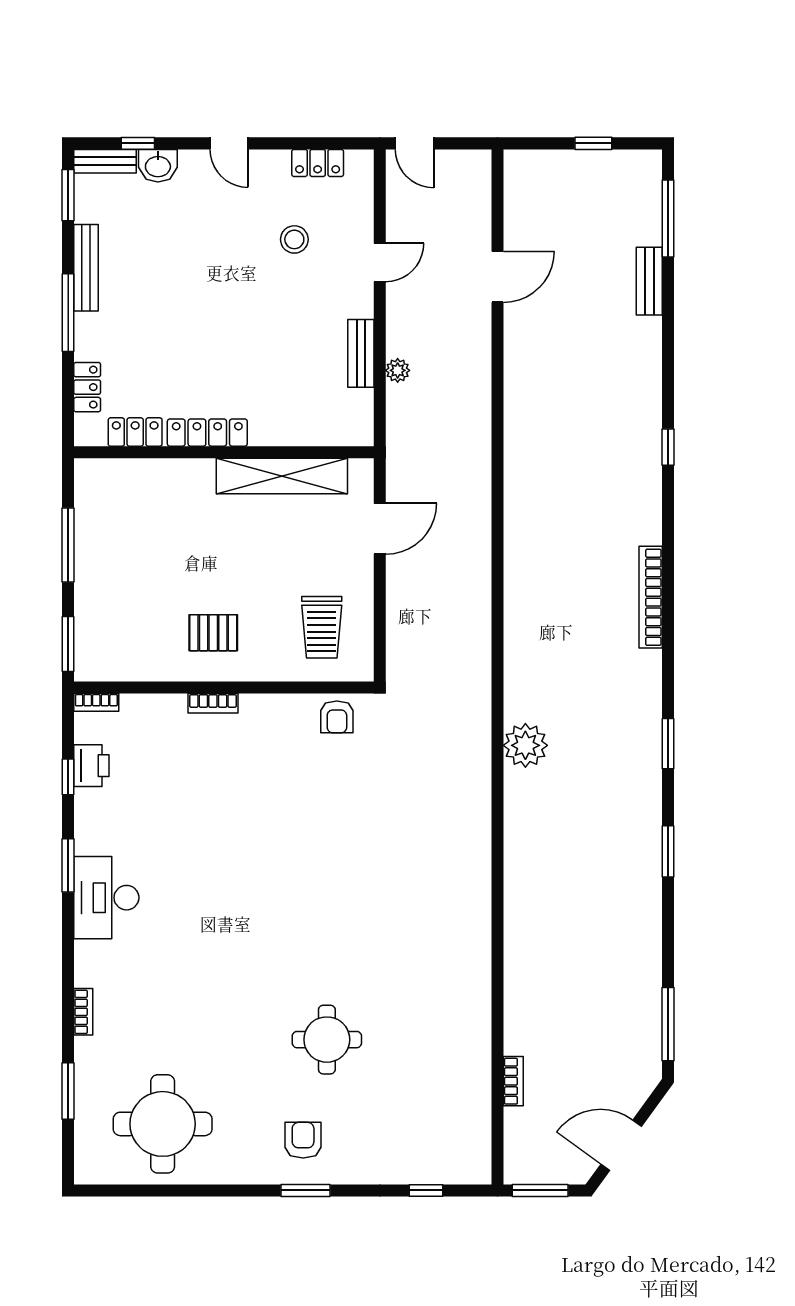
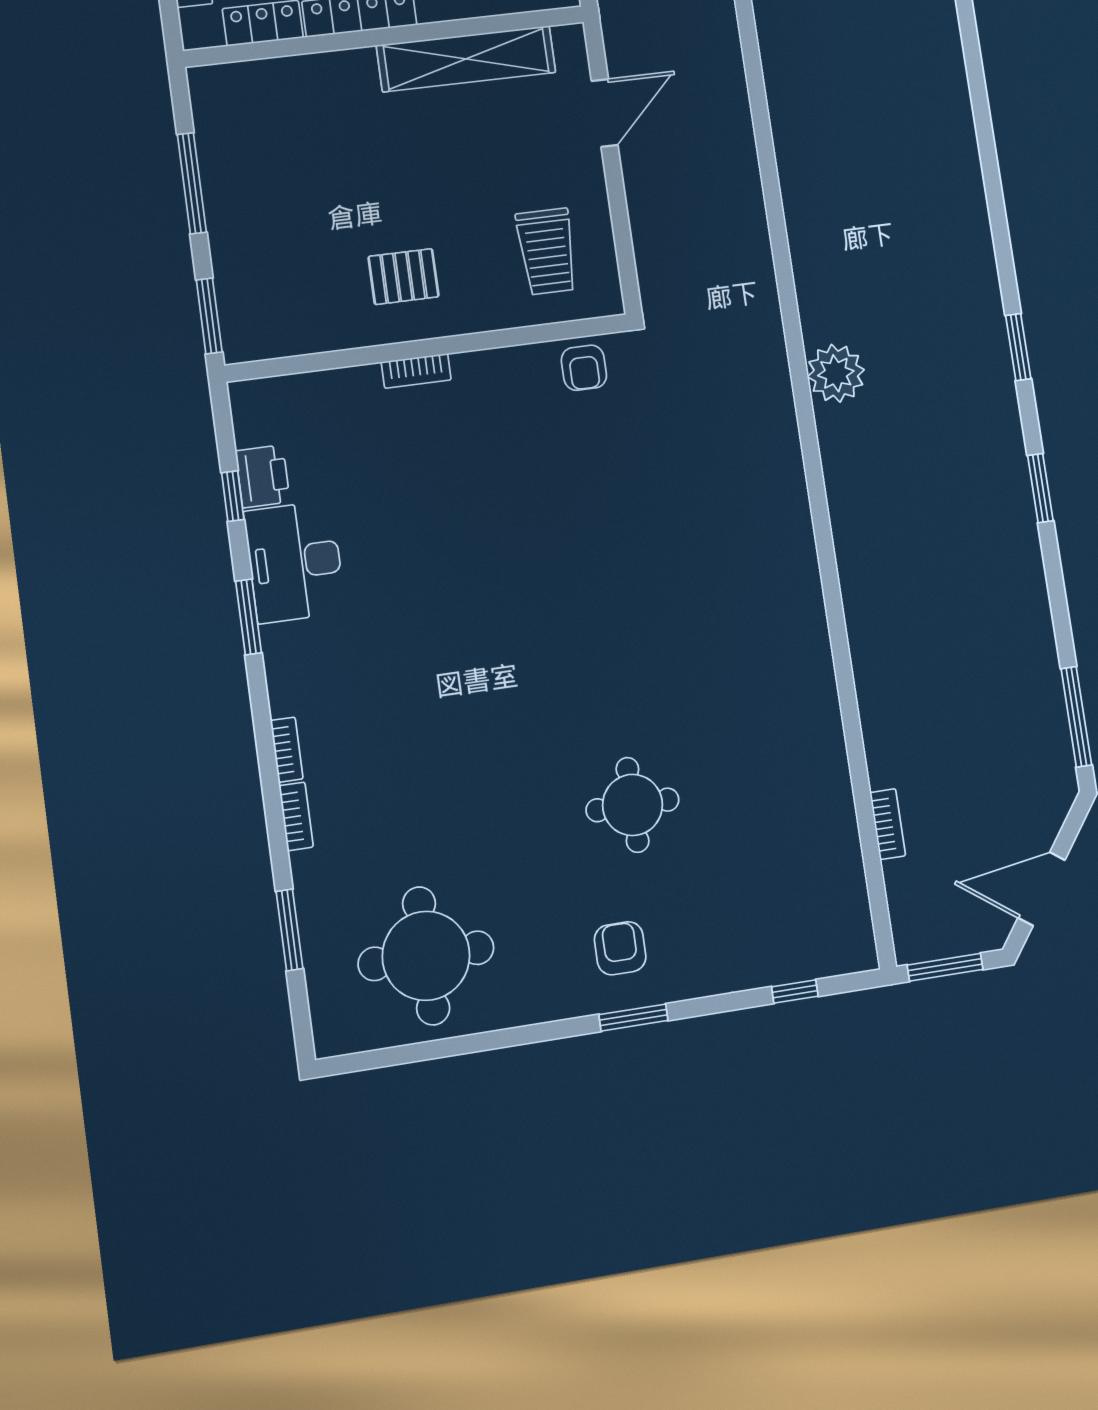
bookcase: (651, 597) -> (966, 160), removed
bookcase: (96, 702) -> (287, 750), moved, turned -90
desk: (106, 898) -> (295, 562), moved

